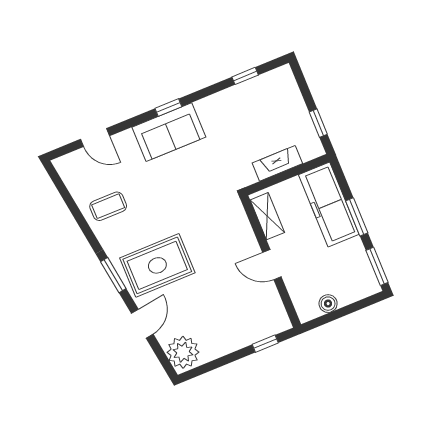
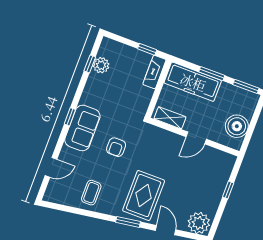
plant: (255, 89) -> (101, 65), added
fireplace: (277, 163) -> (154, 72), moved
armchair: (182, 187) -> (116, 147), added
boiler: (328, 304) -> (237, 126), width x1.86, depth x1.86
window: (265, 344) -> (228, 190), moved

